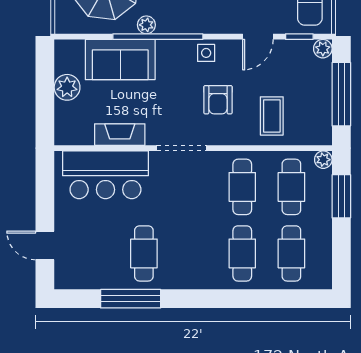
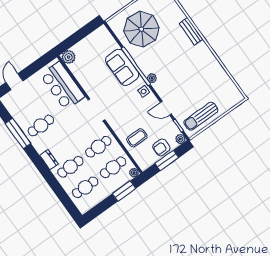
plant: (146, 25) -> (152, 78), moved
sofa: (120, 60) -> (122, 67), moved
plant: (67, 87) -> (69, 57), moved
window: (341, 94) -> (167, 160), width x0.69
armchair: (218, 100) -> (161, 147), moved
fireplace: (120, 135) -> (83, 80), removed
dresser: (207, 279) -> (49, 160), added

